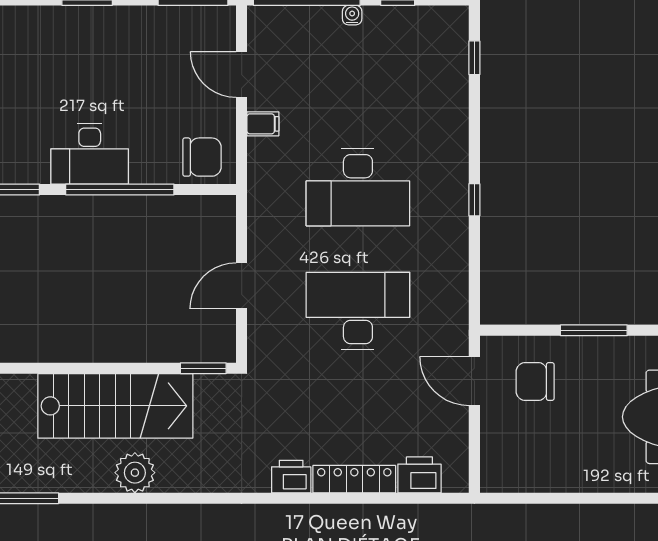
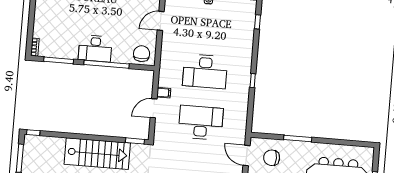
door: (242, 75) -> (161, 21), hinge flipped
filing cabinet: (263, 124) -> (164, 93), moved
chair: (202, 157) -> (142, 54), turned -90

